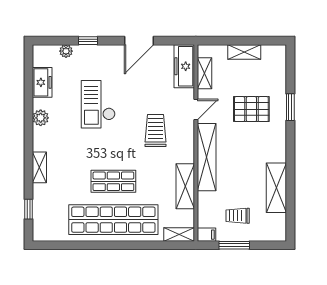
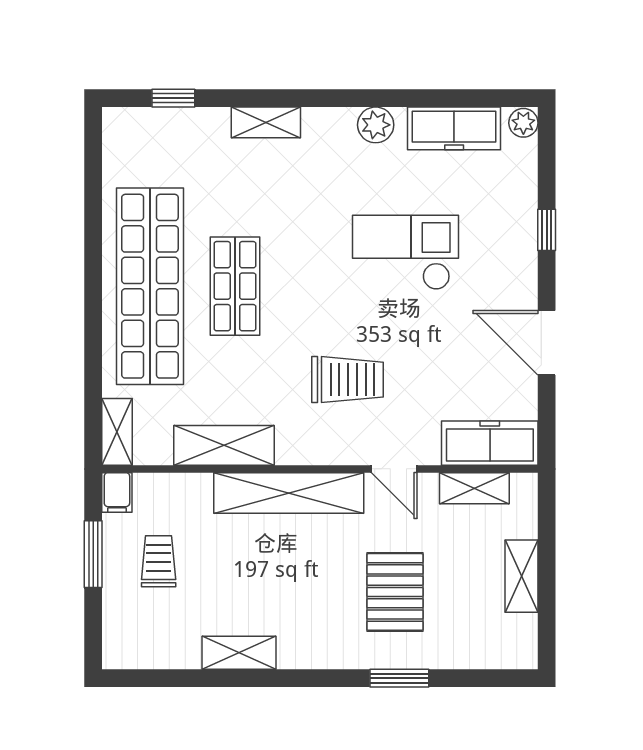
plant: (66, 51) -> (523, 123), moved
freezer: (42, 82) -> (454, 128), width x1.40
shelving: (276, 188) -> (239, 653), width x0.67, depth x0.75

